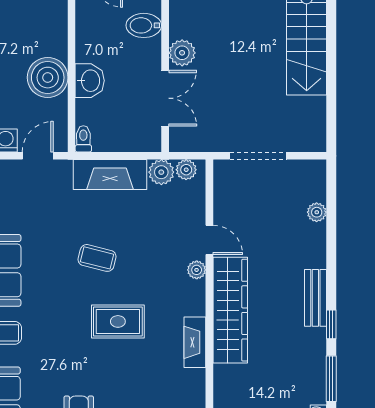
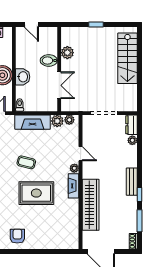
bidet: (144, 25) -> (49, 60), moved
plant: (182, 53) -> (67, 53), moved
dresser: (315, 180) -> (131, 125), added
wardrobe: (230, 310) -> (91, 205), moved
rug: (118, 321) -> (36, 193), width x1.36, depth x1.43
fireplace: (195, 342) -> (73, 186), moved

